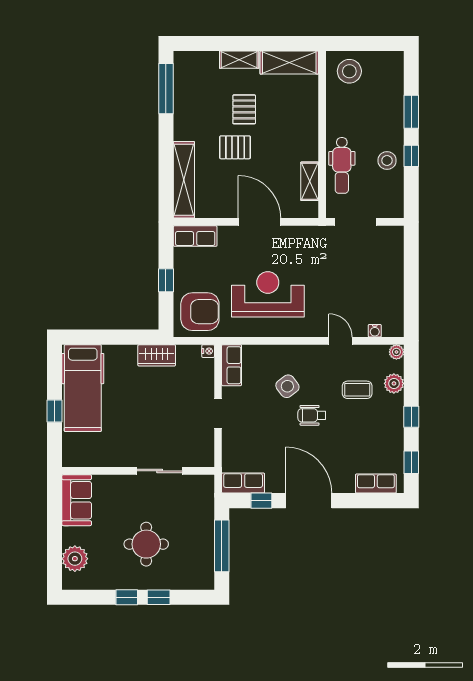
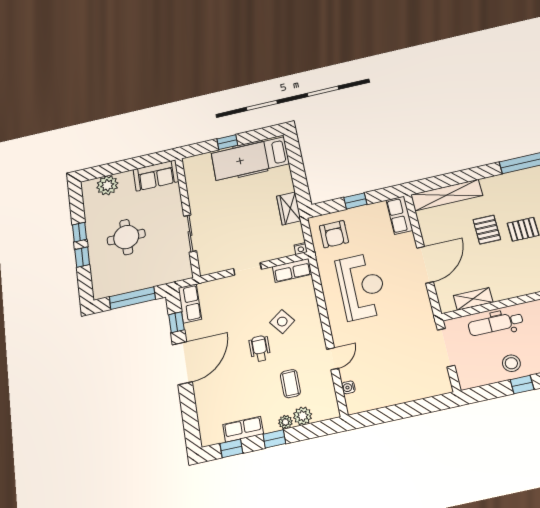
armchair: (200, 312) -> (334, 234), width x0.73, depth x0.73
plant: (396, 352) -> (285, 422), moved
row of seats: (376, 484) -> (243, 429), moved, turned -90

